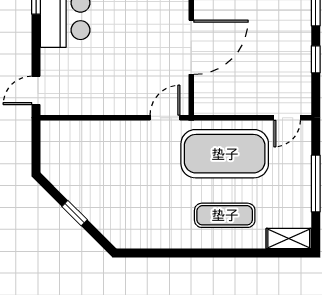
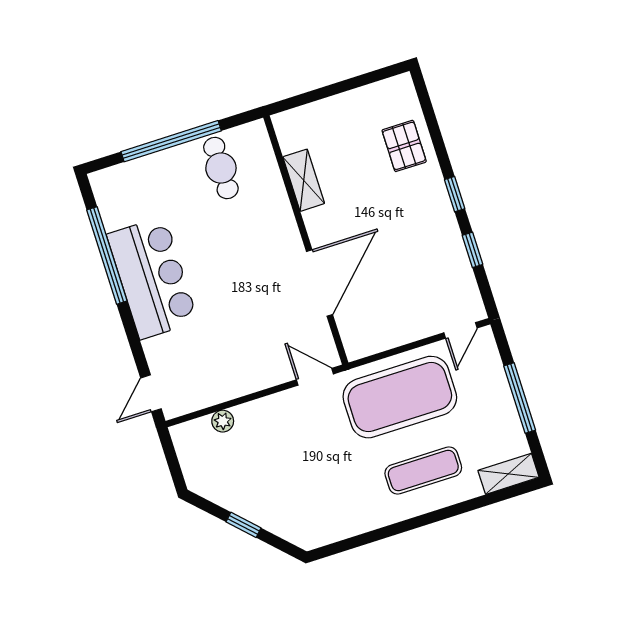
door: (165, 118) -> (315, 377), hinge flipped
plant: (84, 129) -> (223, 421), added

